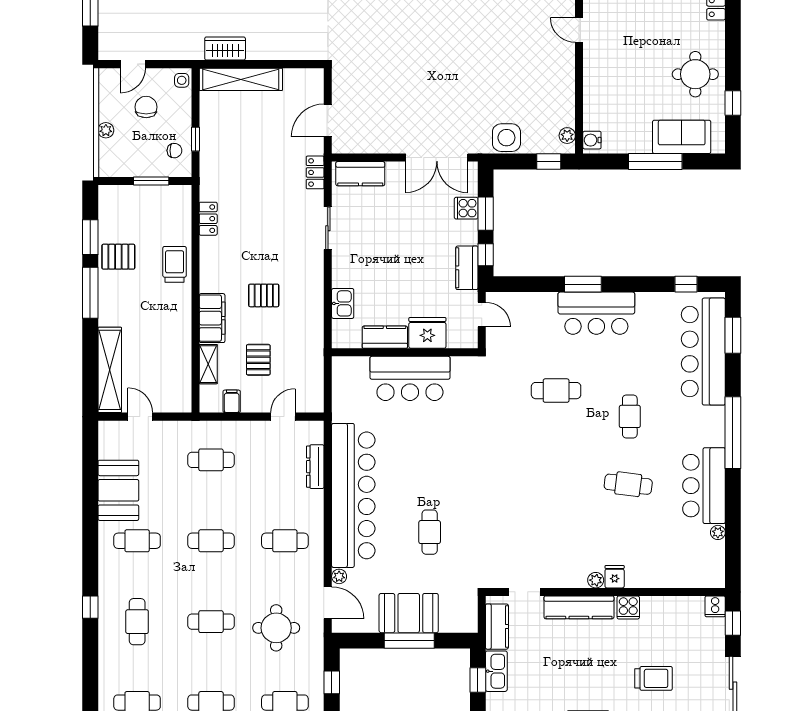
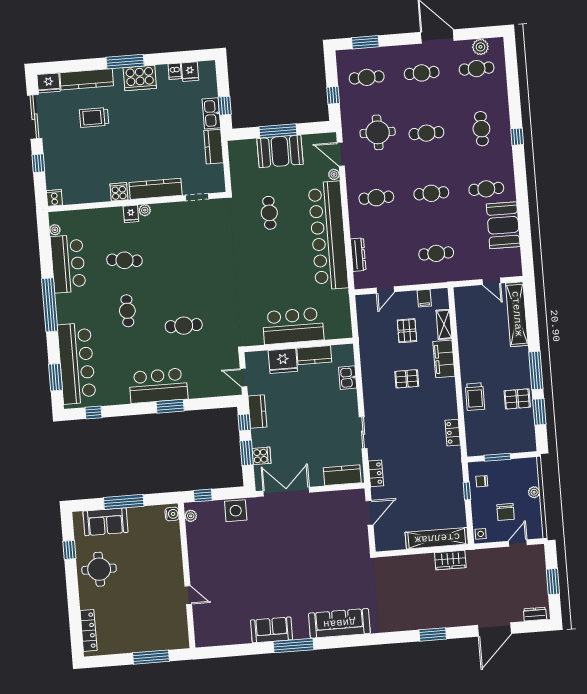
fridge: (615, 577) -> (131, 214), moved
plant: (596, 580) -> (145, 210), moved
doorway: (525, 592) -> (197, 197), moved
wall: (605, 592) -> (137, 202), moved
cooker: (715, 606) -> (54, 198), moved
kitchen counter: (579, 607) -> (156, 189), moved
cooker: (628, 607) -> (119, 192), moved

